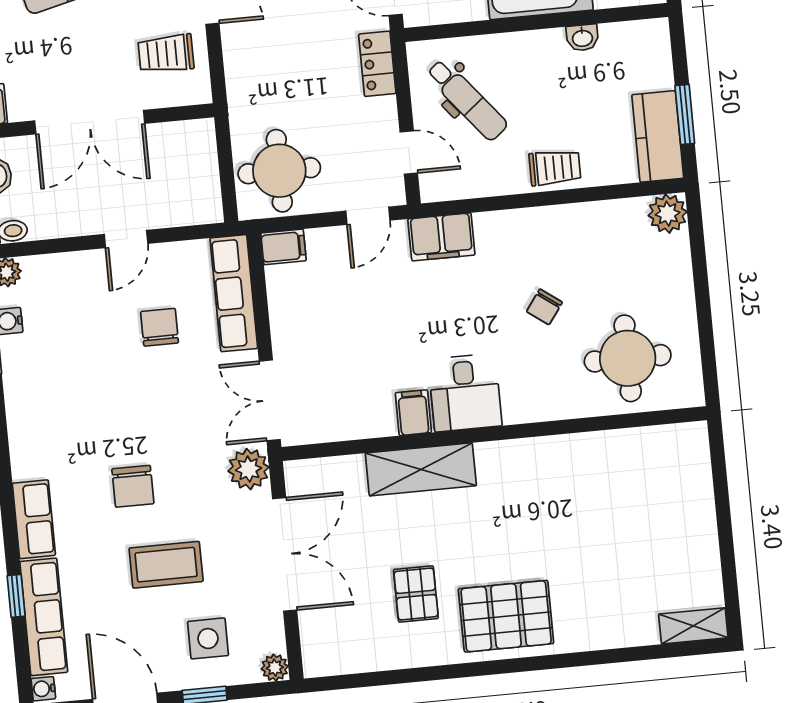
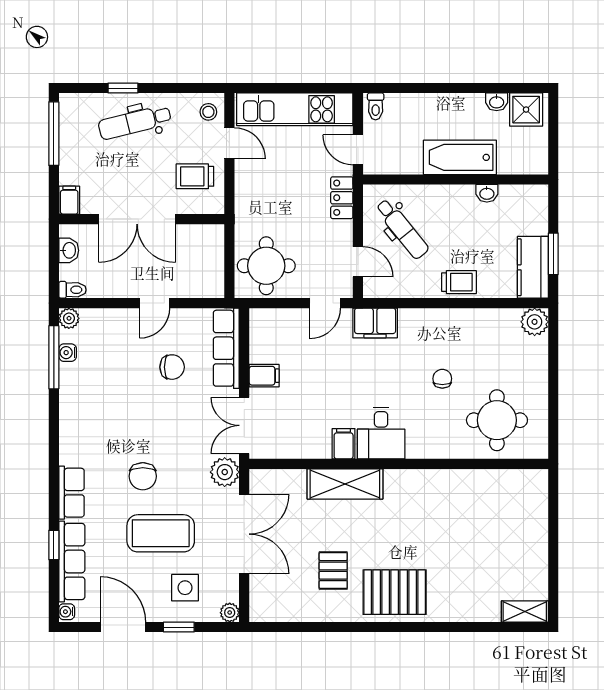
filing cabinet: (284, 247) -> (264, 376), moved
chair: (544, 307) -> (442, 379), turned 144
chair: (160, 327) -> (172, 367), turned 90
coffee table: (166, 565) -> (161, 533), width x1.36, depth x1.32

